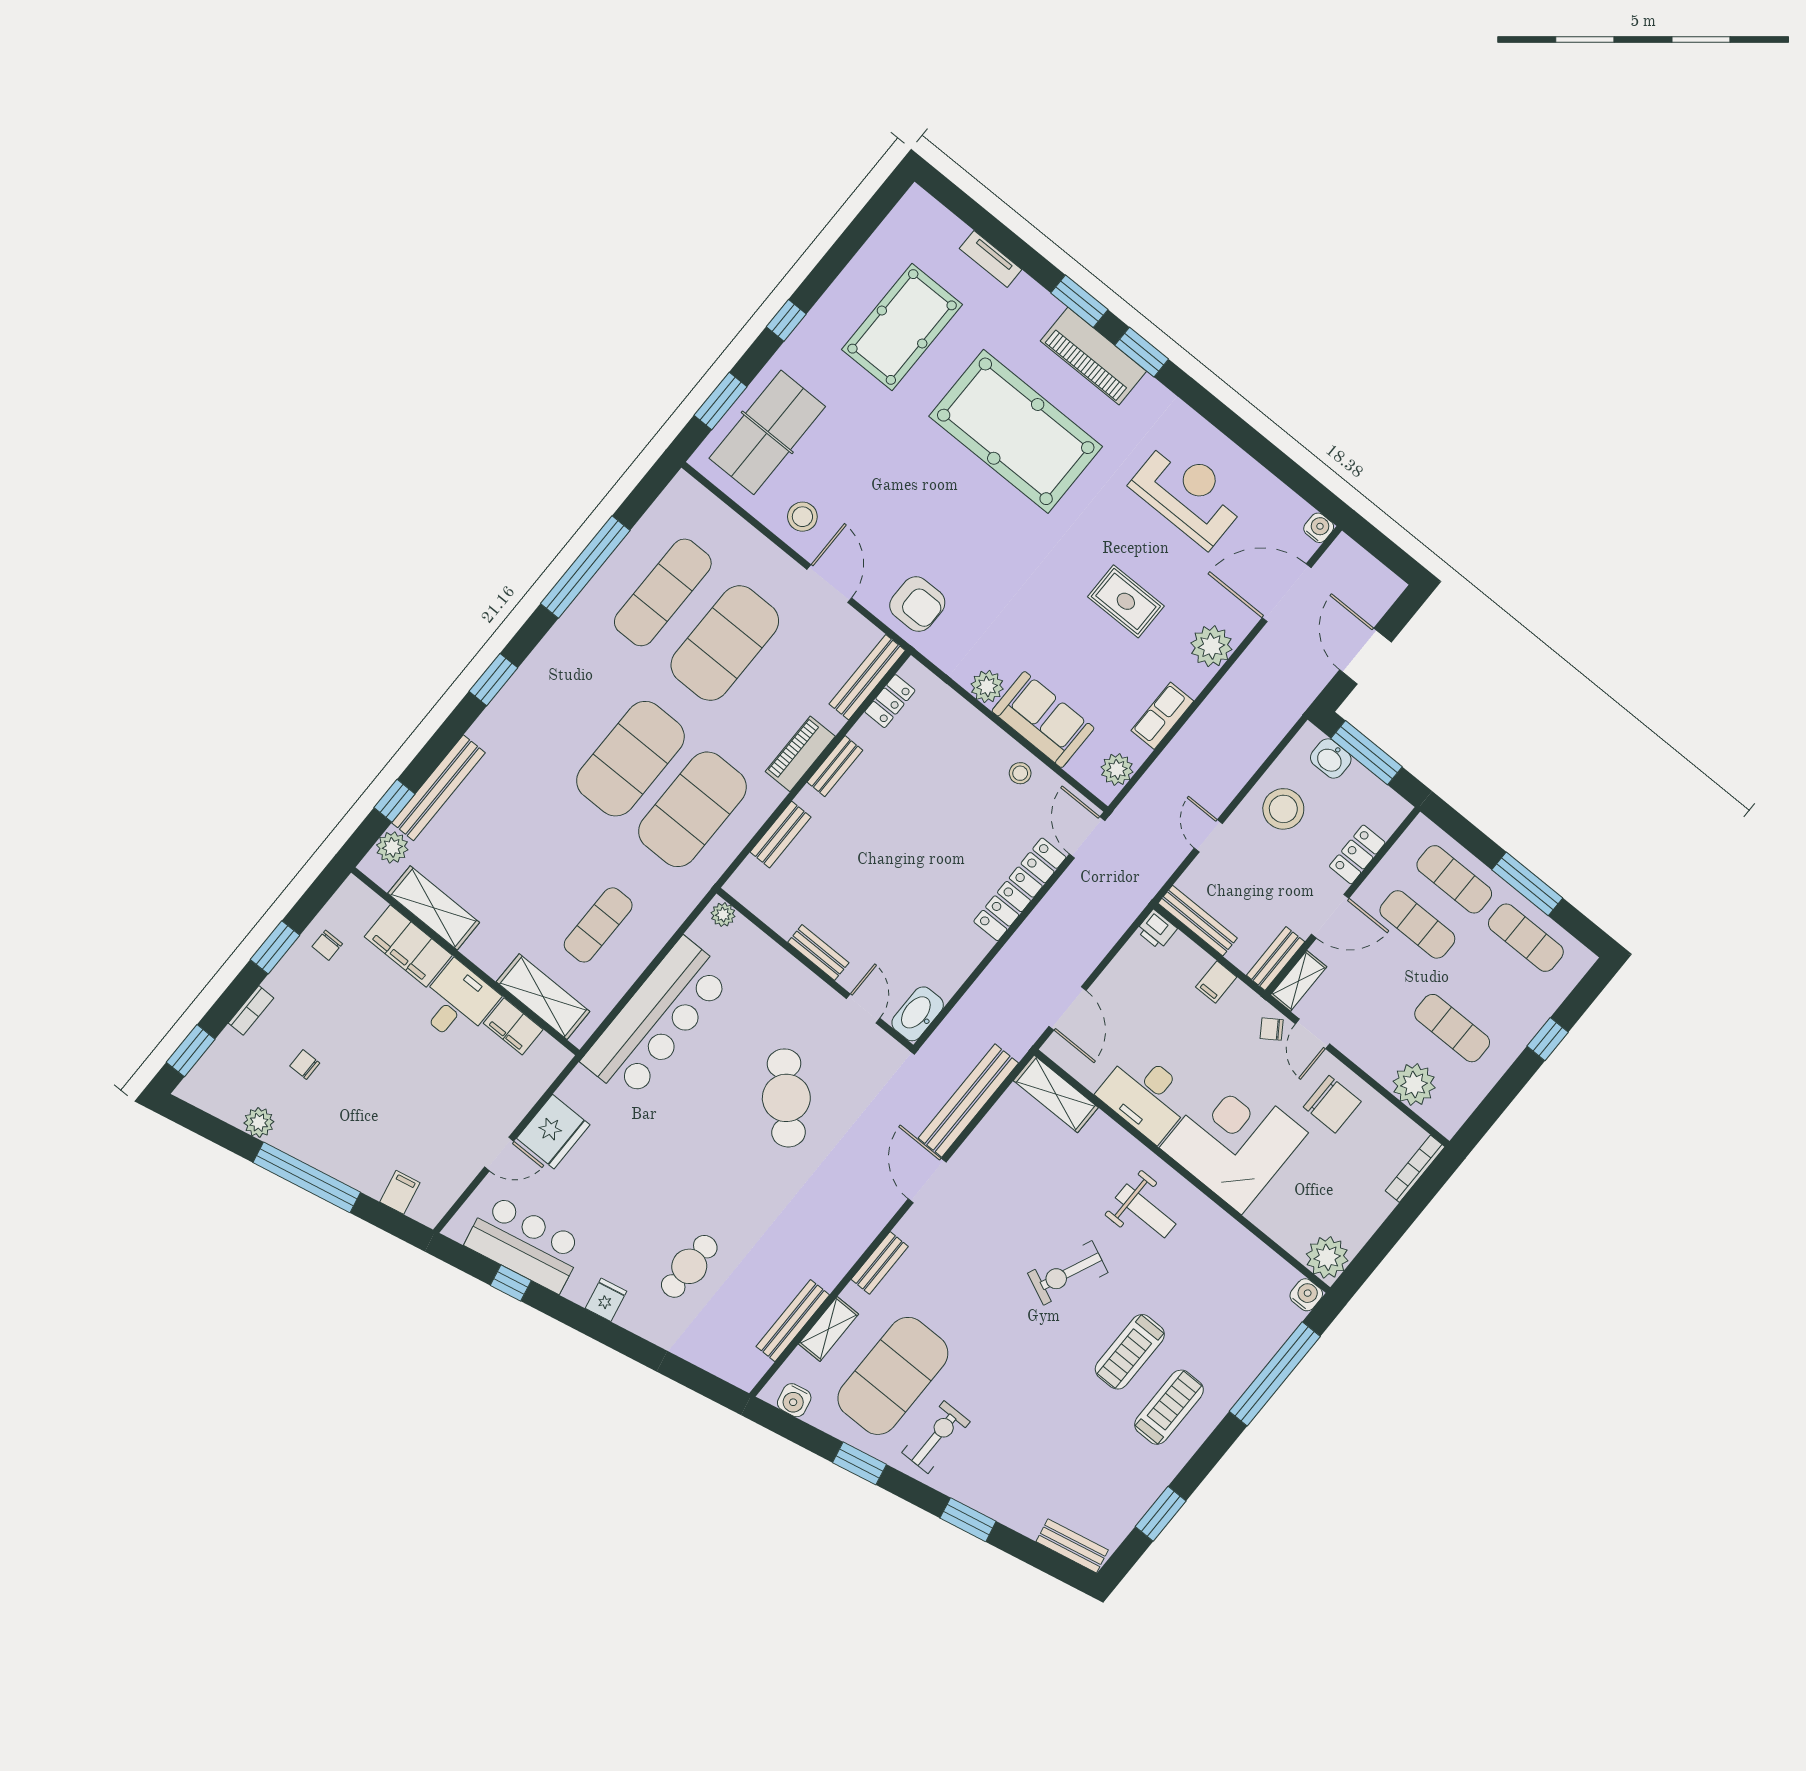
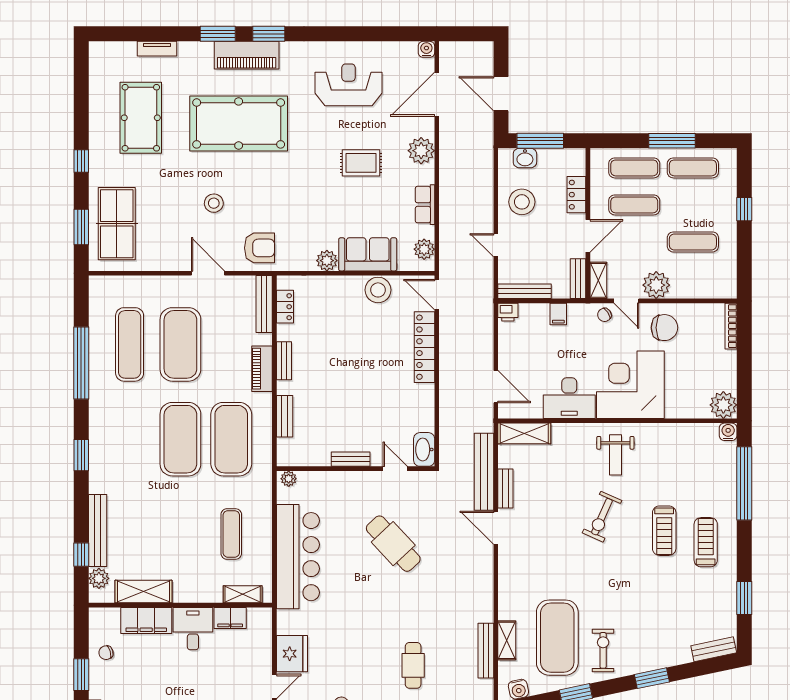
stool: (802, 517) -> (214, 203), moved
stool: (1020, 773) -> (378, 290), width x1.89, depth x1.89
chair: (327, 945) -> (106, 653), turned 74
shelving: (543, 997) -> (243, 594), width x0.67, depth x0.75
plant: (1414, 1084) -> (656, 285), moved
weight bench: (1146, 1211) -> (615, 455), turned 90
bench: (880, 1263) -> (505, 489), moved

